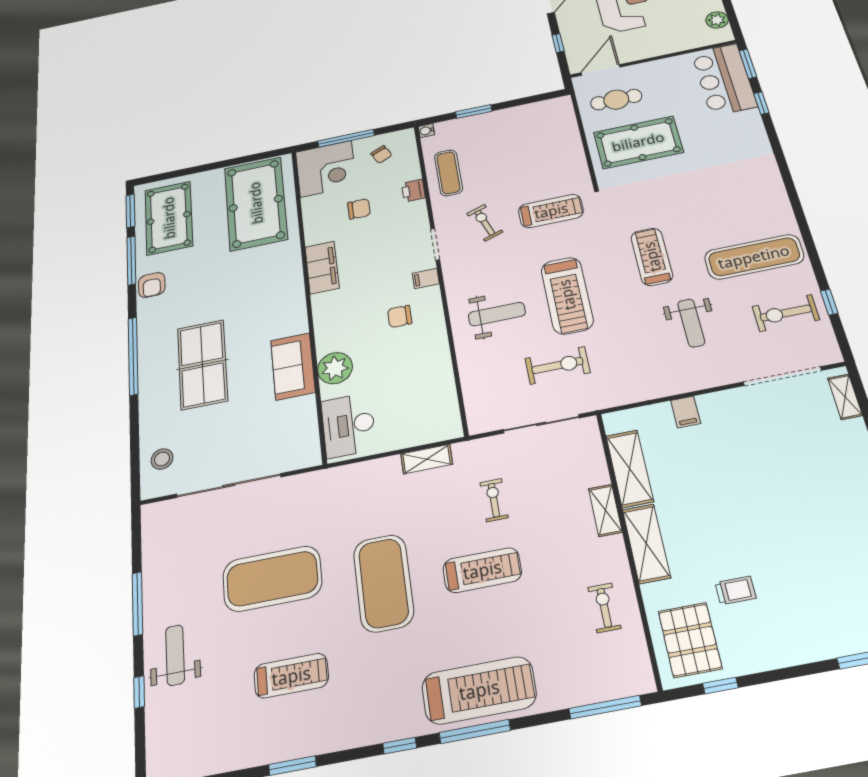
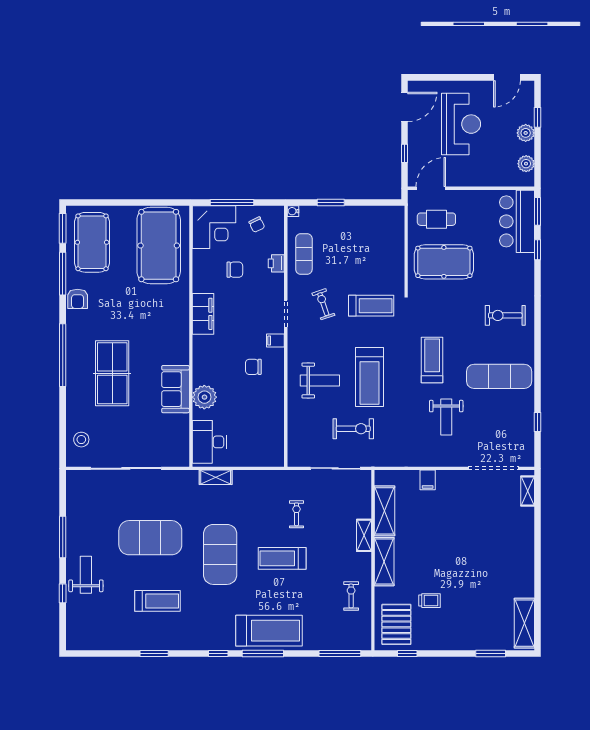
exercise bike: (786, 313) -> (505, 315), moved
shelving: (427, 459) -> (216, 477), moved
treadmill: (482, 570) -> (282, 558), turned 180

